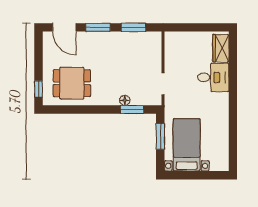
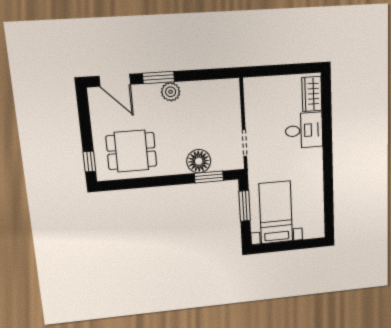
window: (134, 27) -> (204, 75), removed
plant: (106, 39) -> (171, 92), added
floor lamp: (125, 100) -> (199, 161), width x1.89, depth x1.89

